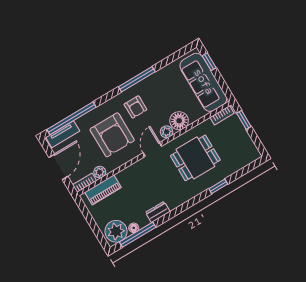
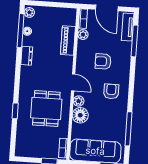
window: (137, 79) -> (128, 129), moved
armchair: (135, 107) -> (111, 91), turned 90
window: (71, 118) -> (134, 41), width x0.68
armchair: (112, 135) -> (103, 61), width x0.53, depth x0.53
piano: (103, 190) -> (68, 40), moved
plant: (116, 231) -> (29, 12), width x0.53, depth x0.53

